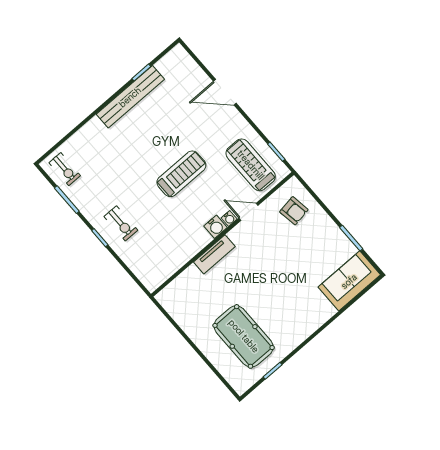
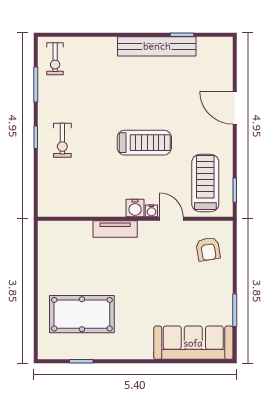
sofa: (349, 281) -> (193, 343), width x1.36
pool table: (244, 336) -> (82, 314), turned 90

